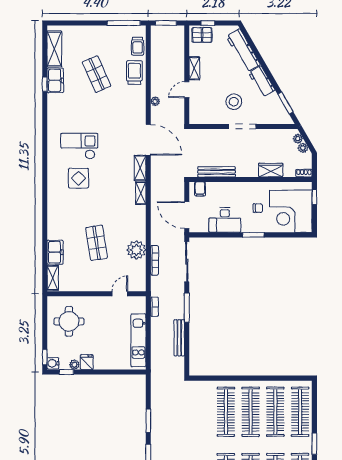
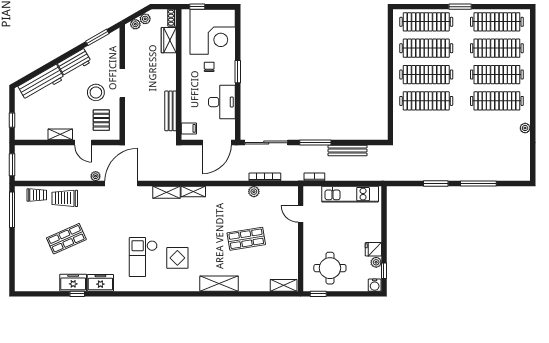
pallet: (202, 35) -> (101, 120), moved
shelving: (54, 49) -> (219, 284), moved
door: (148, 140) -> (121, 184), moved
wardrobe: (271, 170) -> (169, 40), moved
plant: (136, 250) -> (254, 192), width x0.53, depth x0.53
freezer: (55, 252) -> (100, 283), moved
window: (45, 357) -> (318, 294), moved

